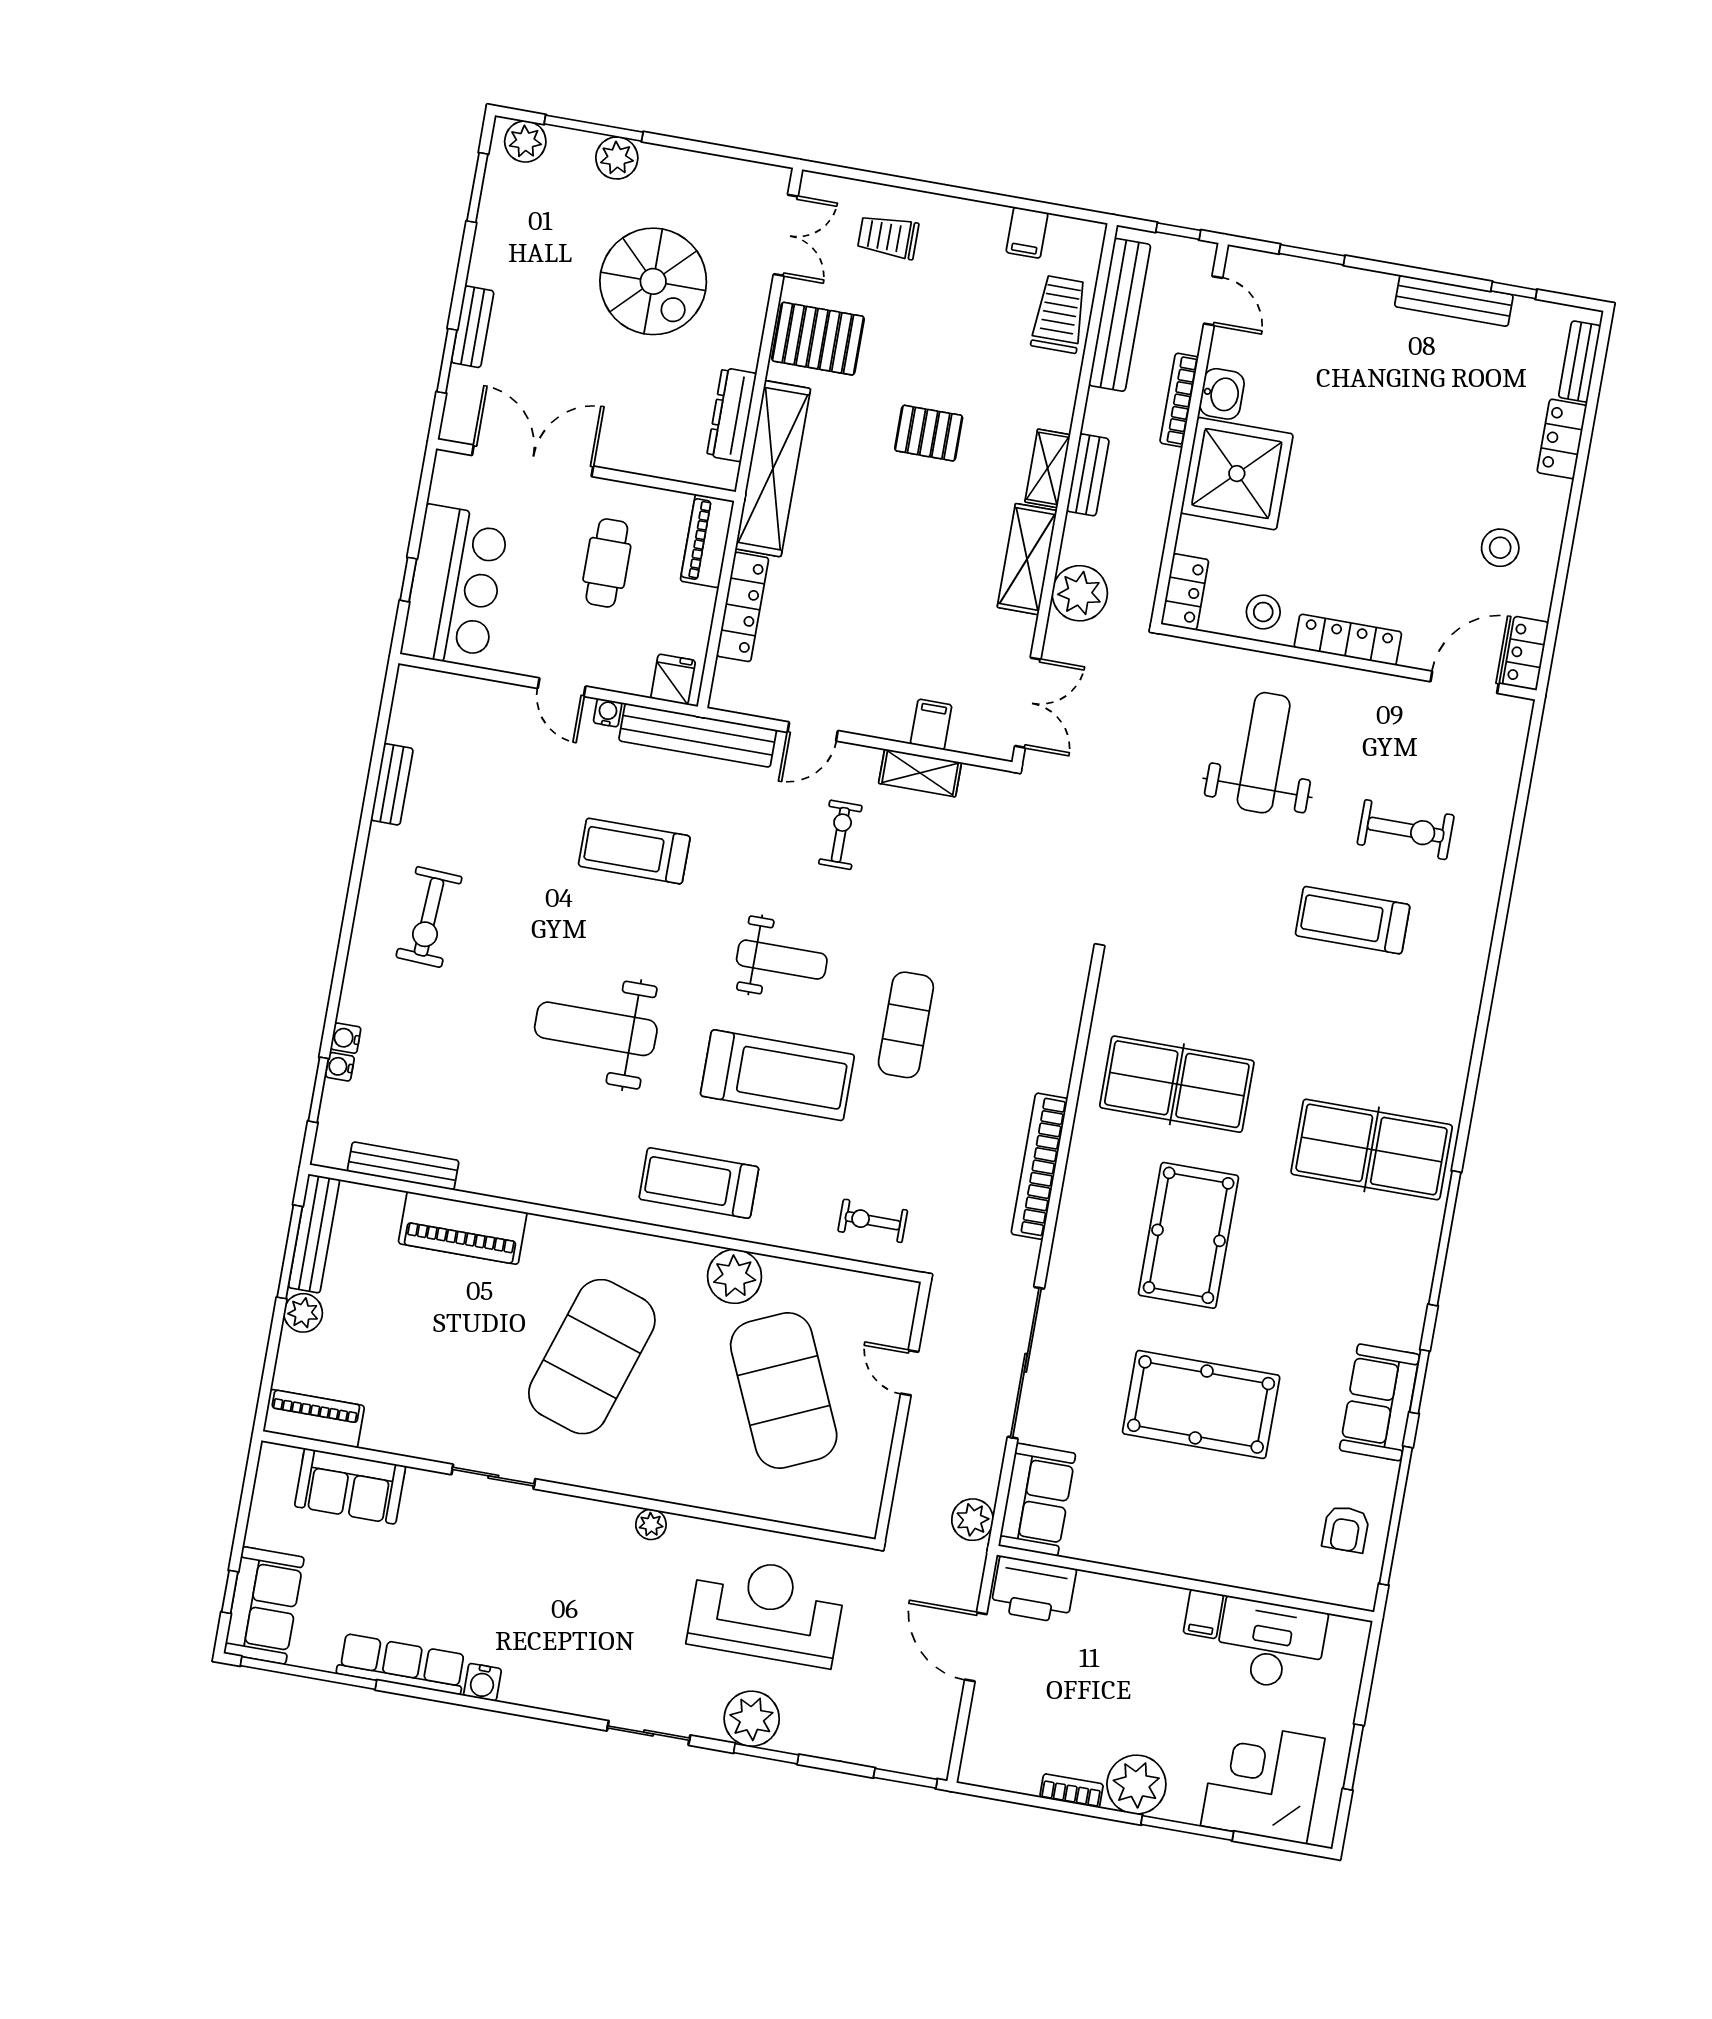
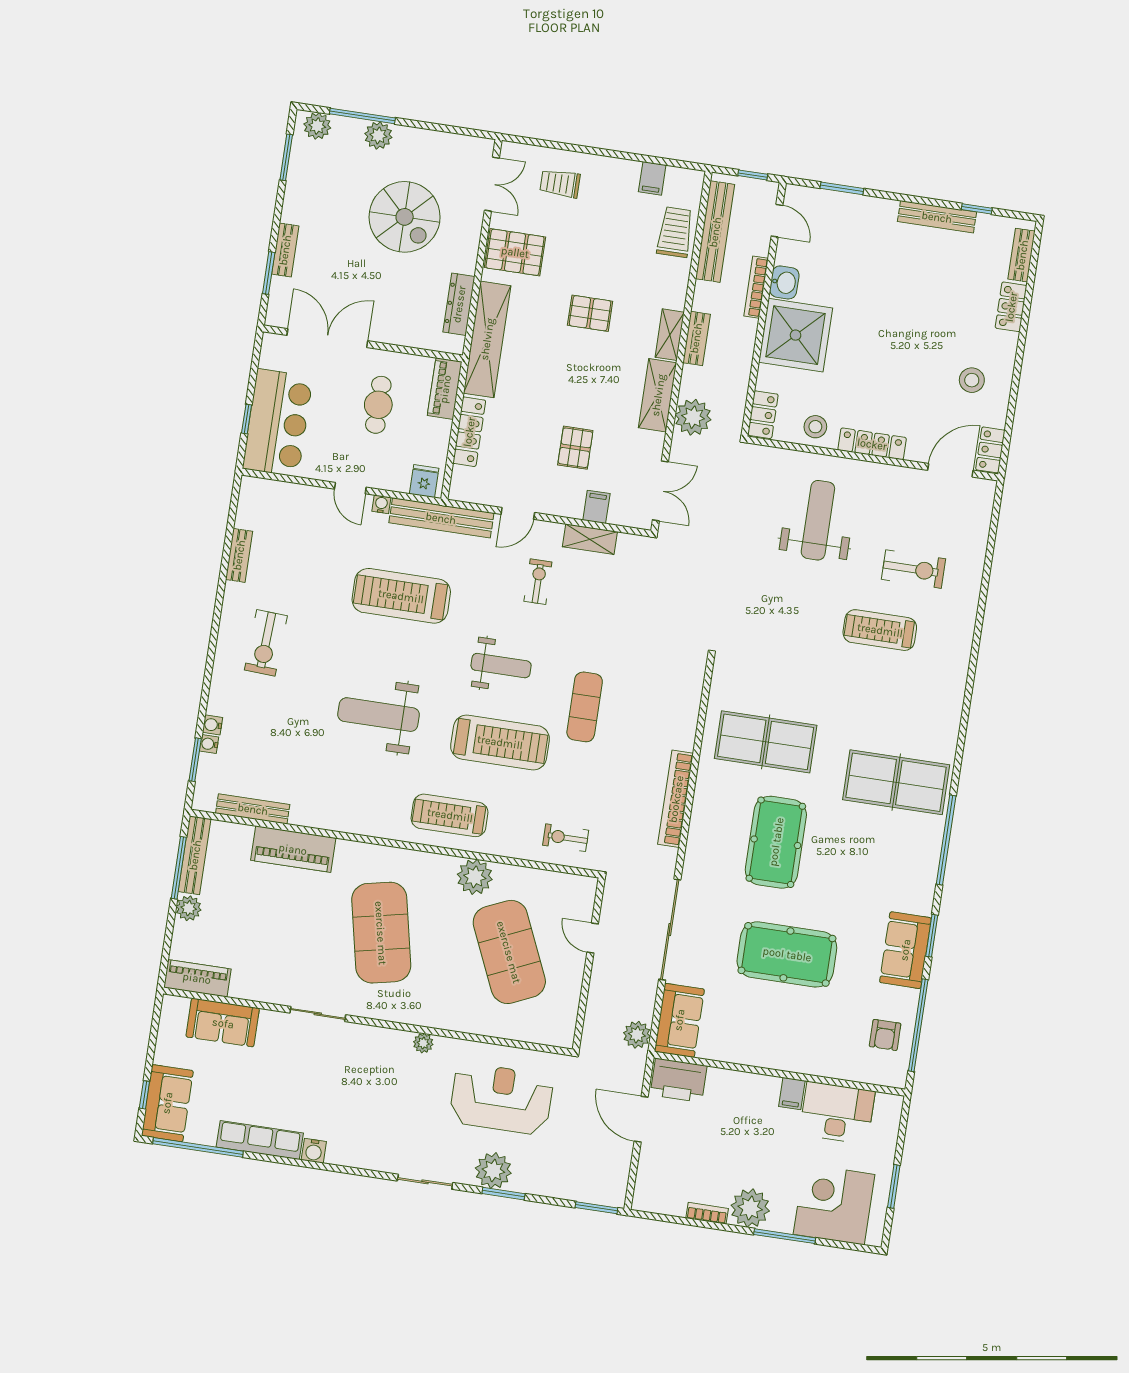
pallet: (902, 635) -> (575, 448), added
treadmill: (634, 851) -> (401, 596), width x1.37, depth x1.38
exercise mat: (592, 1357) -> (381, 933), turned -30

